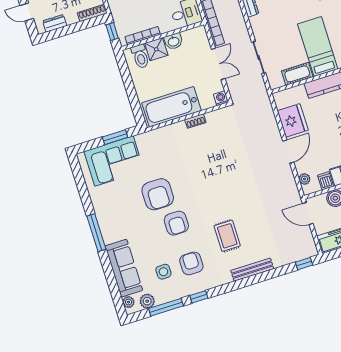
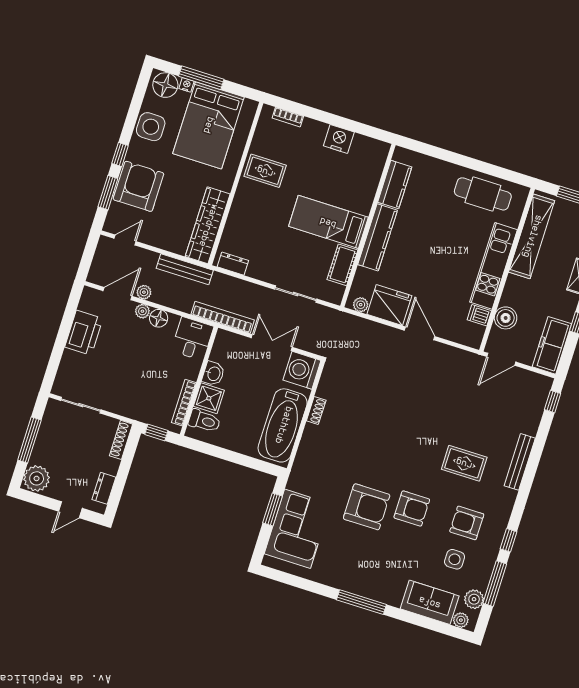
washing machine: (221, 98) -> (302, 370), width x1.89, depth x1.89
plant: (304, 179) -> (361, 305), moved
sofa: (124, 268) -> (430, 602), width x0.73

